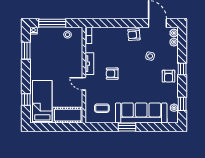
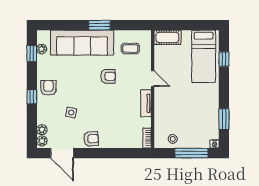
armchair: (112, 74) -> (108, 76), moved
cot: (68, 115) -> (167, 37), width x0.73, depth x0.75

